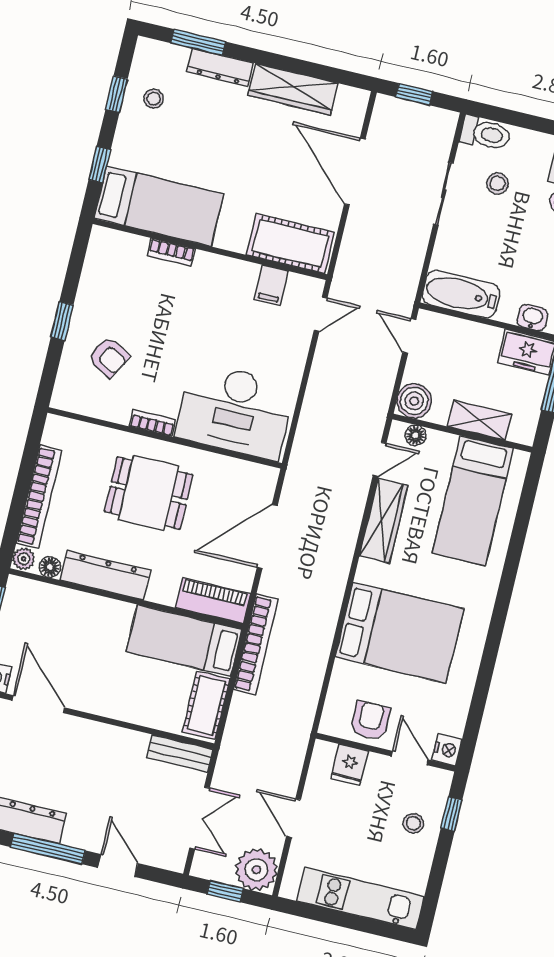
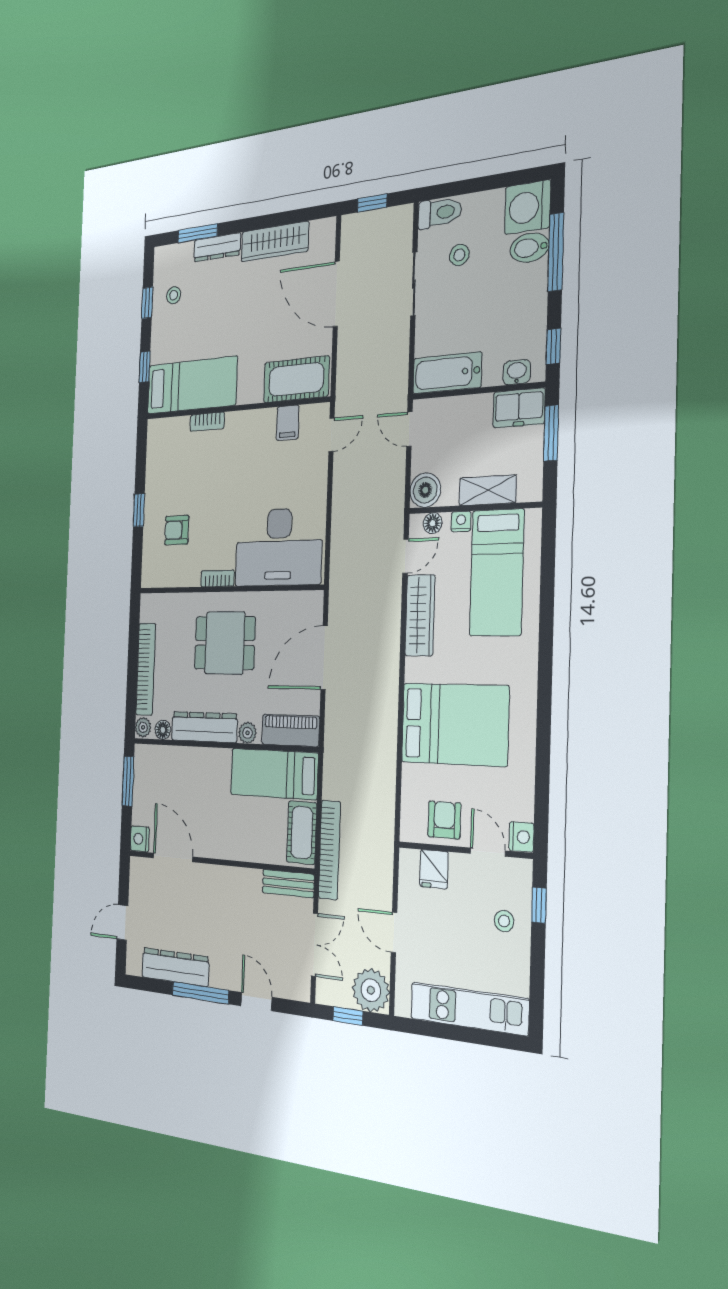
armchair: (109, 357) -> (177, 530), turned 151
nightstand: (446, 442) -> (461, 522), added
plant: (159, 592) -> (248, 733), added
bookcase: (256, 644) -> (329, 850), moved

